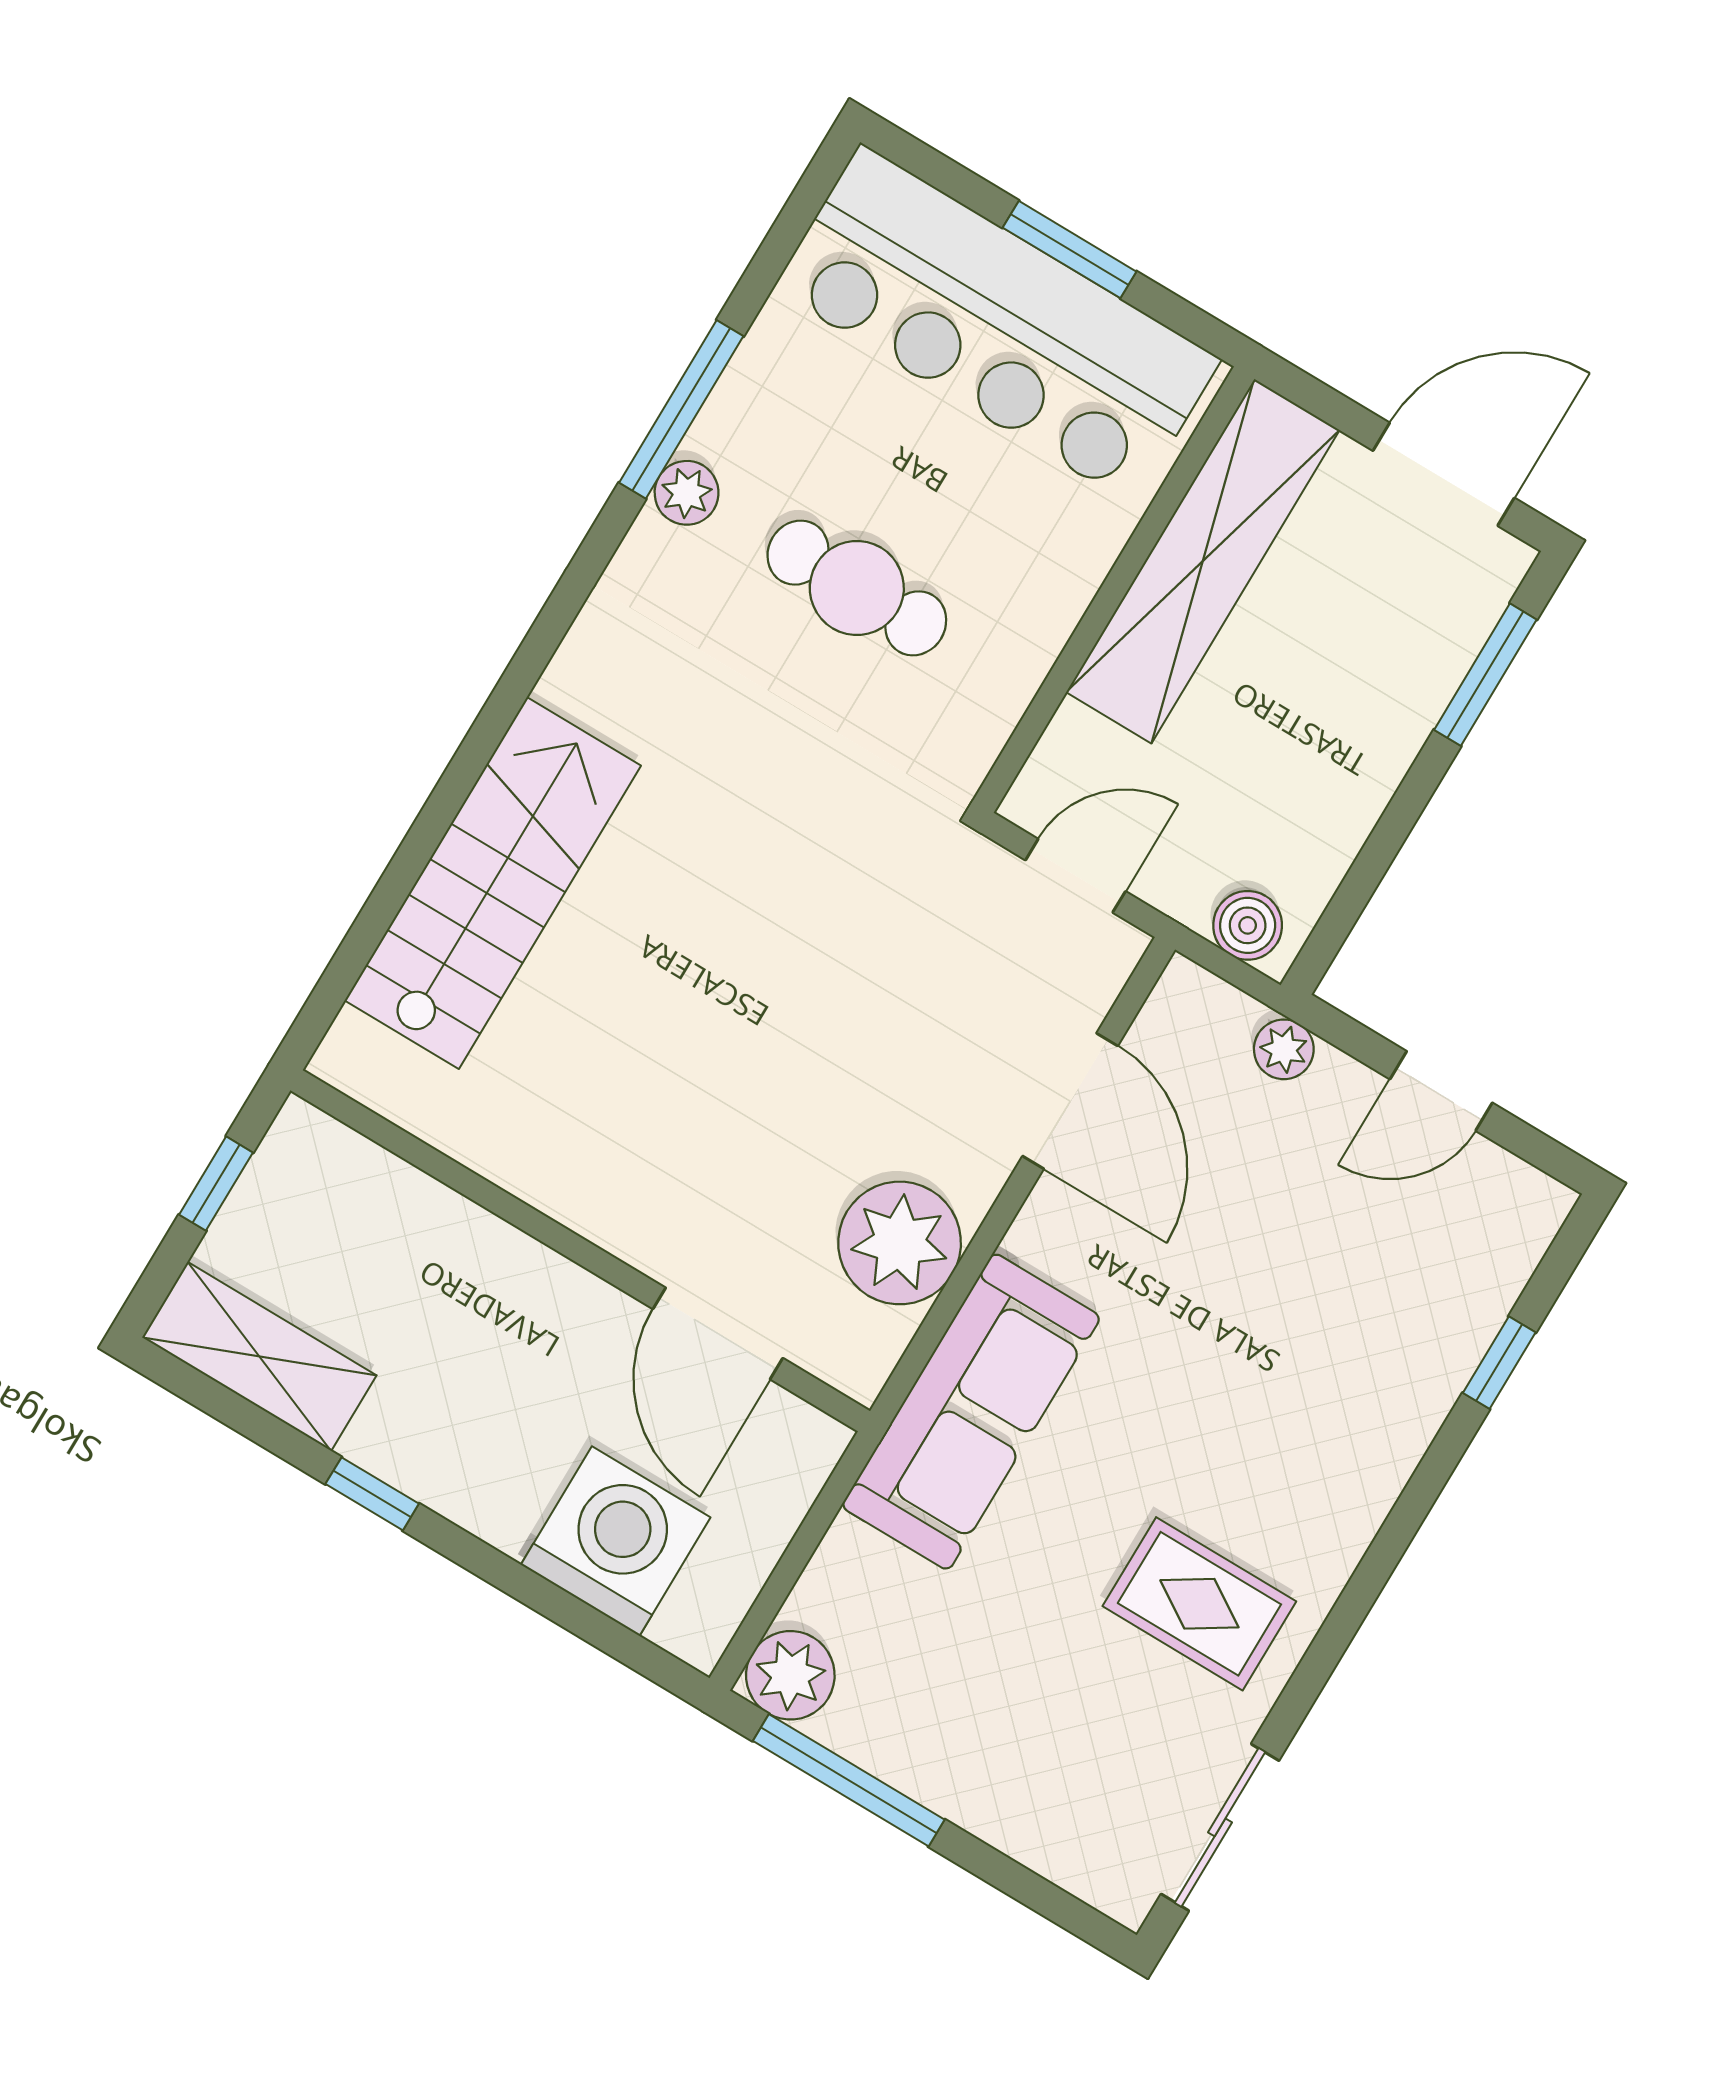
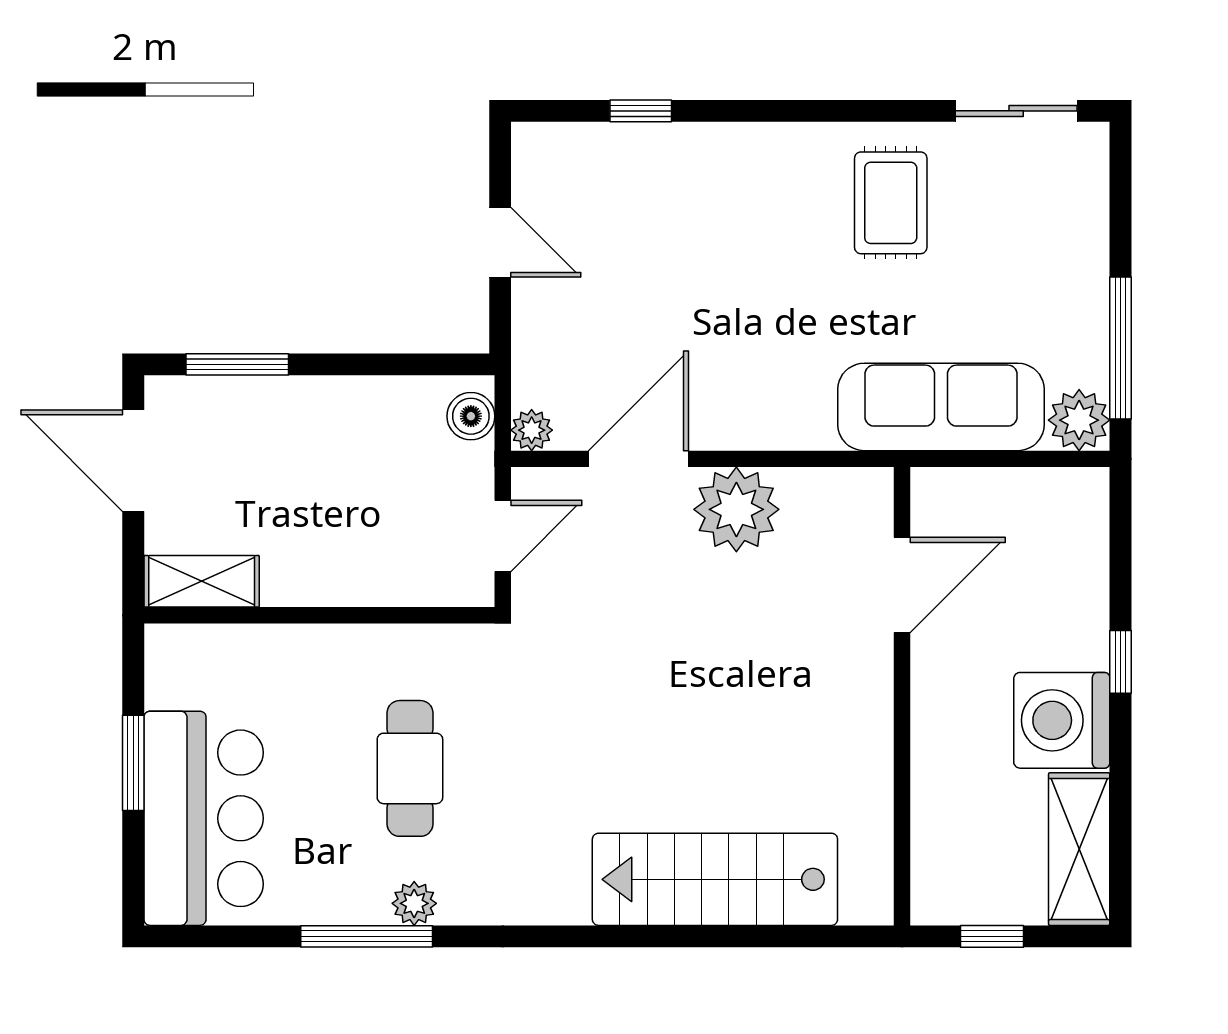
bar counter: (997, 324) -> (204, 818), width x0.73
shelving: (1203, 561) -> (202, 581), width x0.45, depth x0.75
door: (1075, 876) -> (503, 536), swing flipped
plant: (1284, 1049) -> (532, 430), moved
plant: (900, 1243) -> (736, 509), moved
sofa: (971, 1412) -> (941, 407), moved
window: (372, 1494) -> (1121, 662), moved
washing machine: (616, 1541) -> (1062, 720), moved

